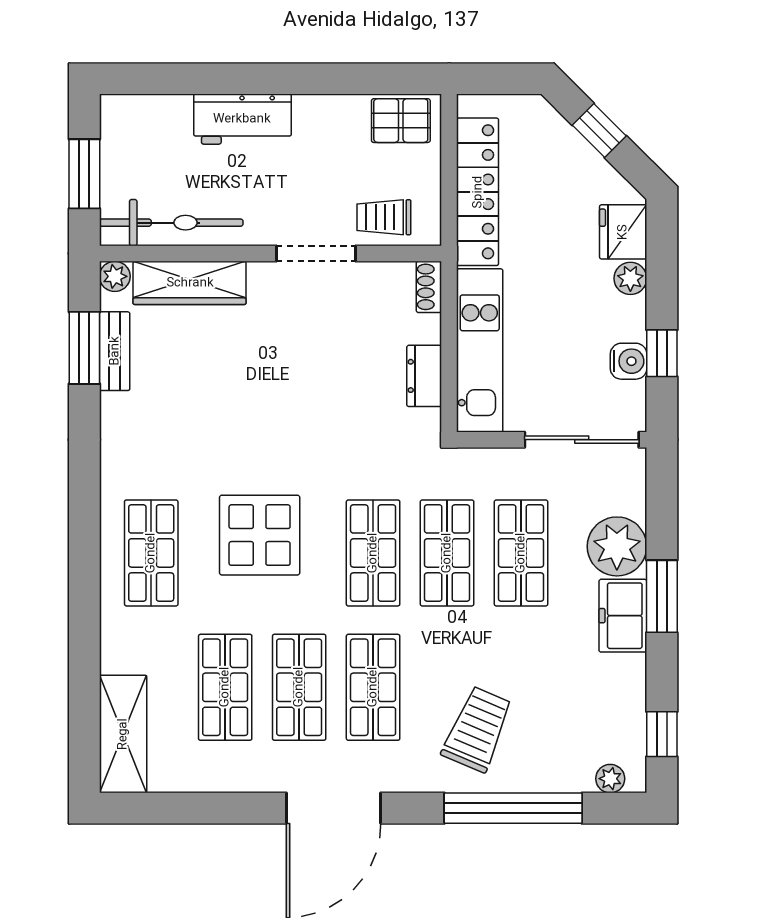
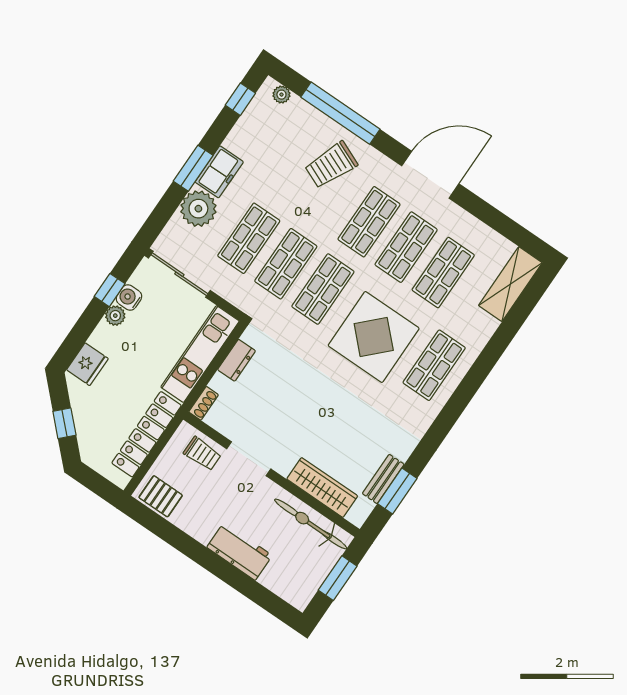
plant: (115, 276) -> (357, 516), removed
plant: (630, 278) -> (115, 316), moved
display table: (260, 535) -> (374, 337), width x1.36, depth x1.36

